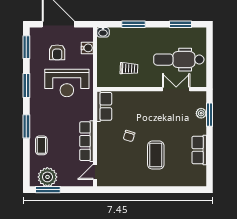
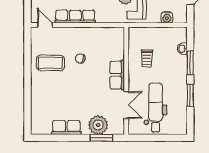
window: (180, 24) -> (190, 95), moved
washbasin: (103, 32) -> (182, 49), moved
row of seats: (104, 106) -> (117, 75), moved, turned 90
plant: (201, 113) -> (98, 125), width x1.88, depth x1.88
coffee table: (156, 155) -> (50, 63), moved

